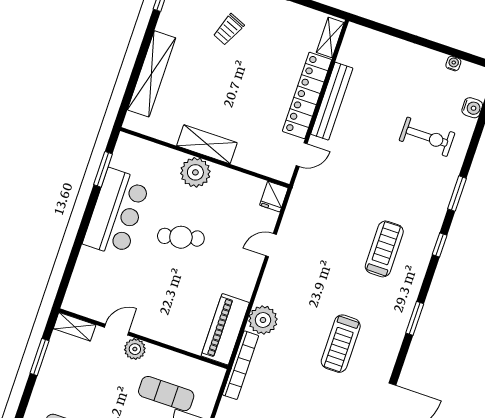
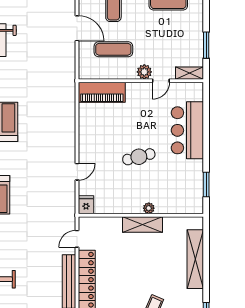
plant: (195, 172) -> (149, 208), width x0.53, depth x0.53
bar counter: (116, 213) -> (187, 130), moved
plant: (263, 320) -> (65, 120), removed
piano: (225, 329) -> (102, 92), moved, turned 90
bookcase: (240, 365) -> (70, 85), removed

